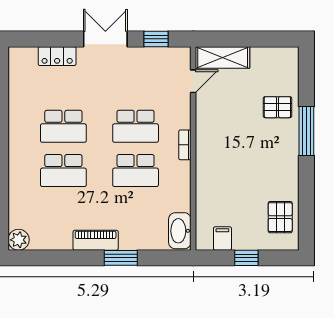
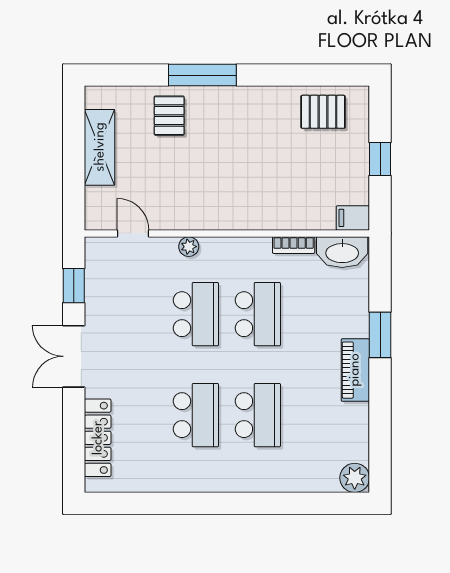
locker: (57, 56) -> (98, 438), width x1.53
shelving: (223, 57) -> (100, 147), moved
plant: (184, 121) -> (189, 247), added
bookcase: (185, 145) -> (294, 245), moved
filing cabinet: (222, 238) -> (353, 218), moved

